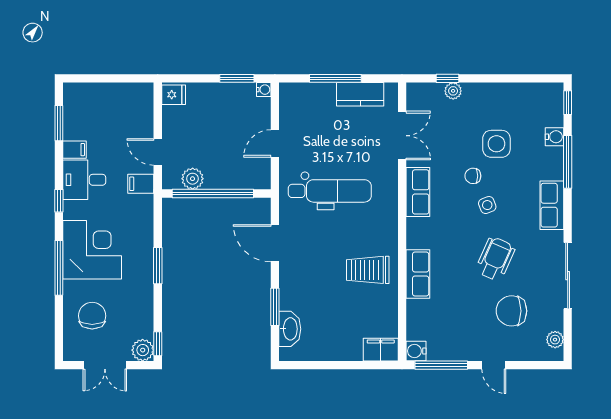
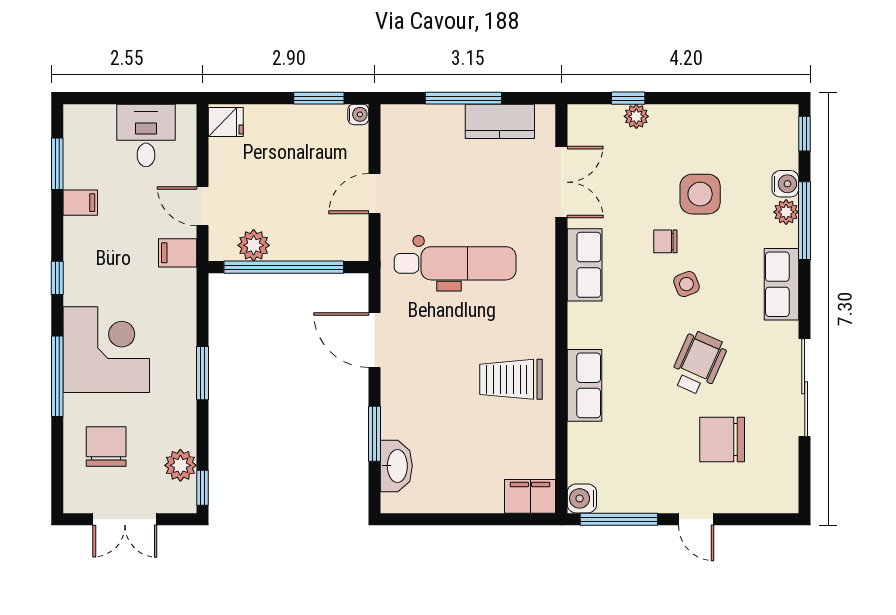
desk: (84, 180) -> (146, 135), moved, turned 90
plant: (555, 340) -> (786, 212), moved
plant: (143, 350) -> (180, 465), moved

